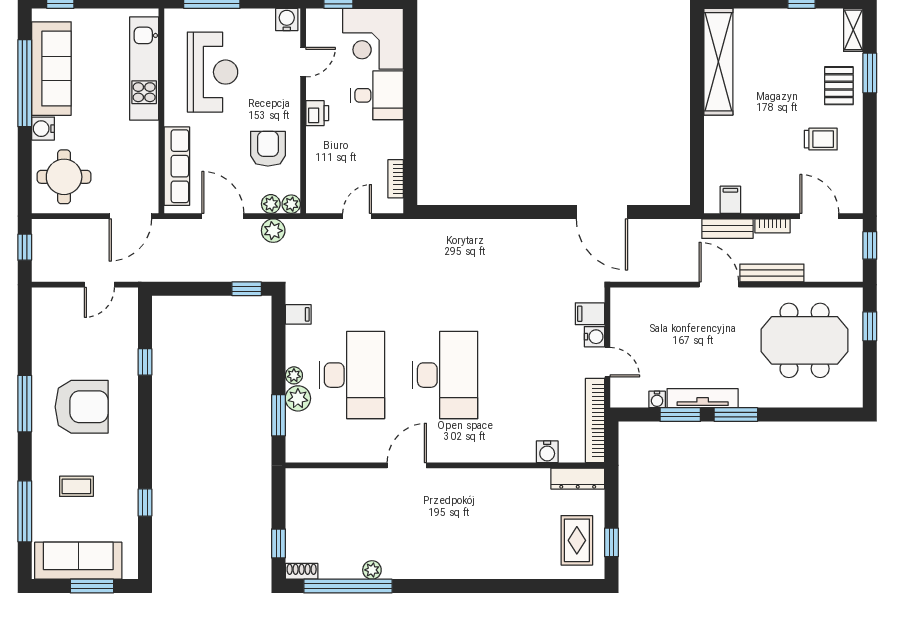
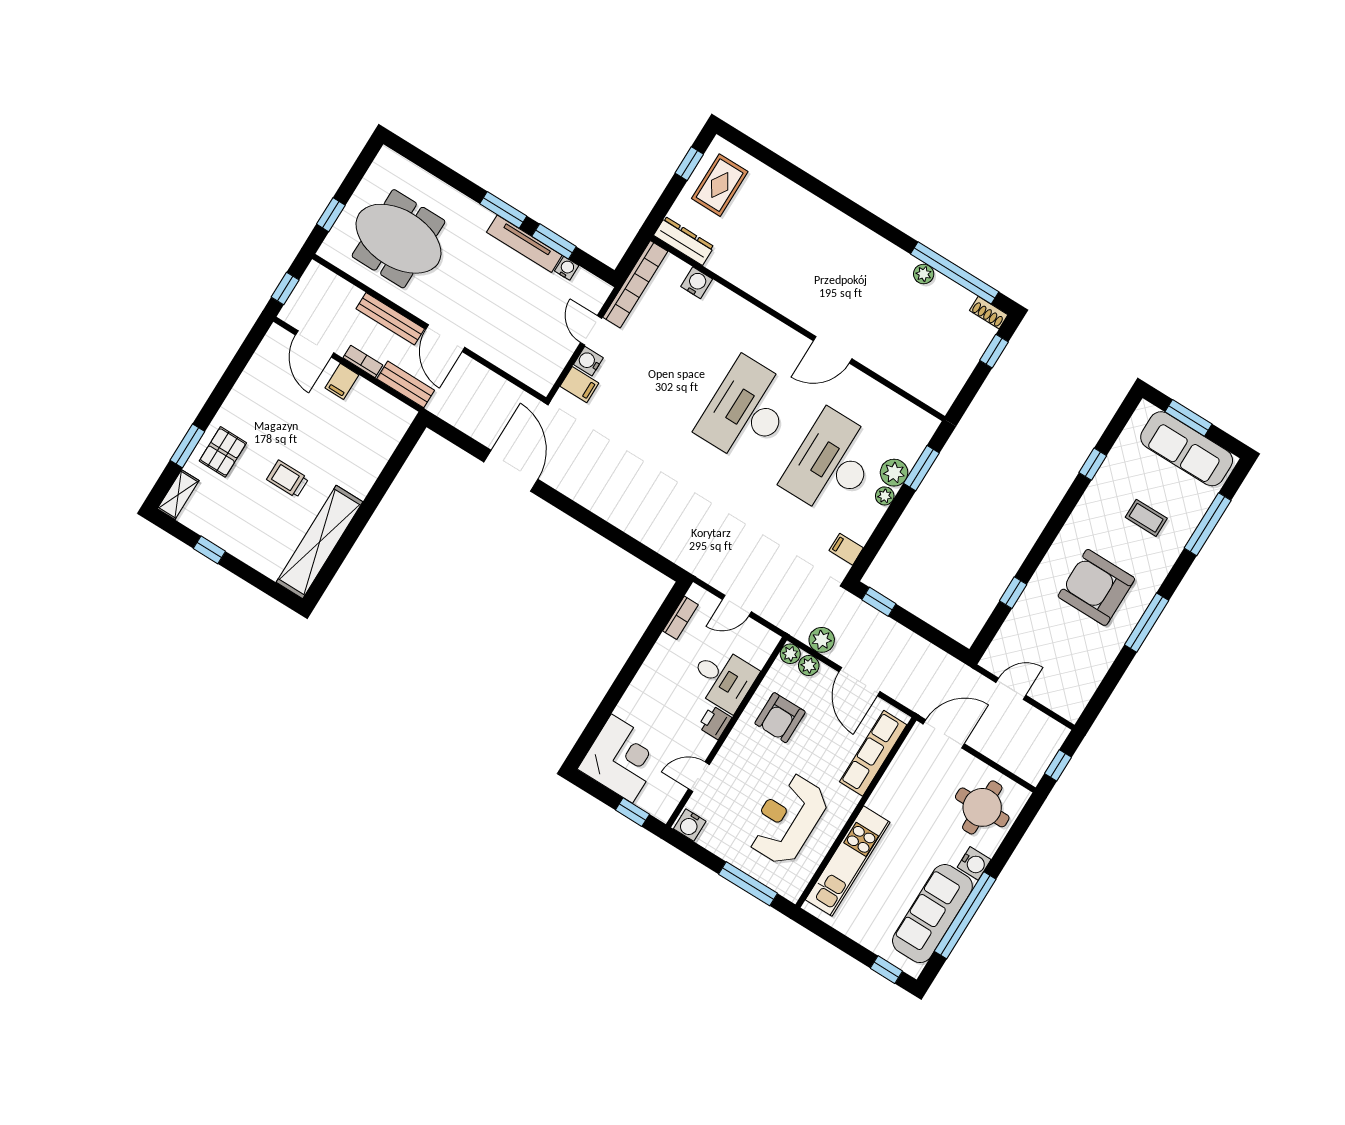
desk: (377, 95) -> (723, 679), moved, turned 180
trolley: (821, 139) -> (288, 479), moved
filing cabinet: (730, 200) -> (342, 381), moved

